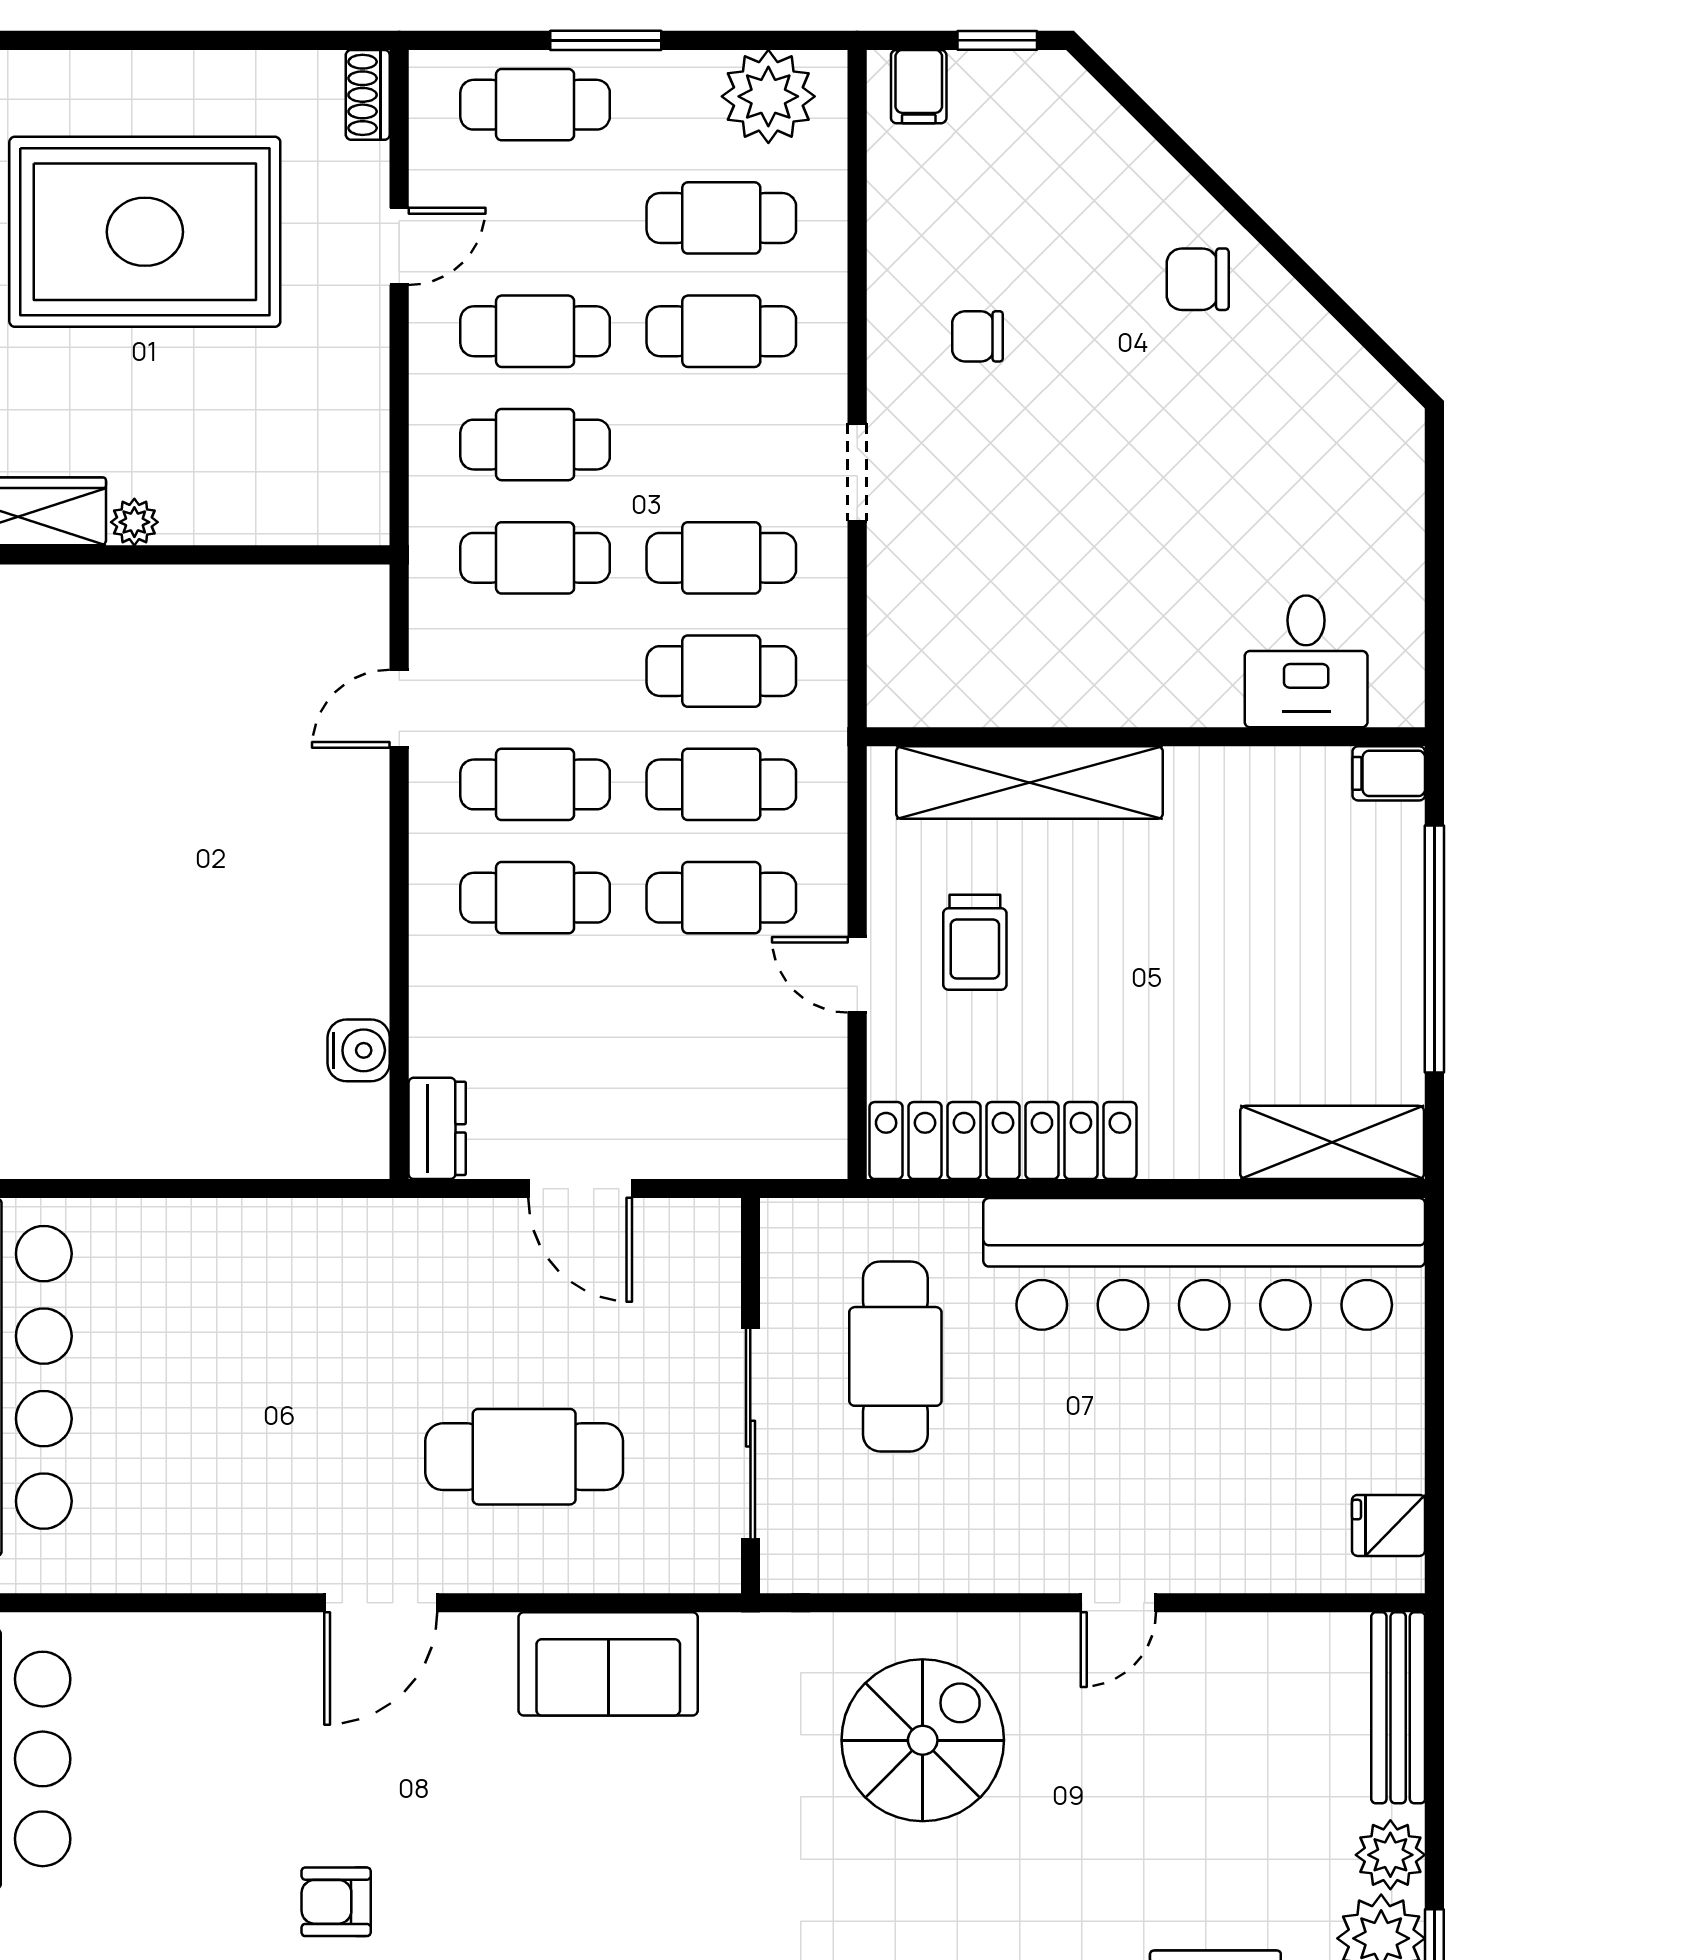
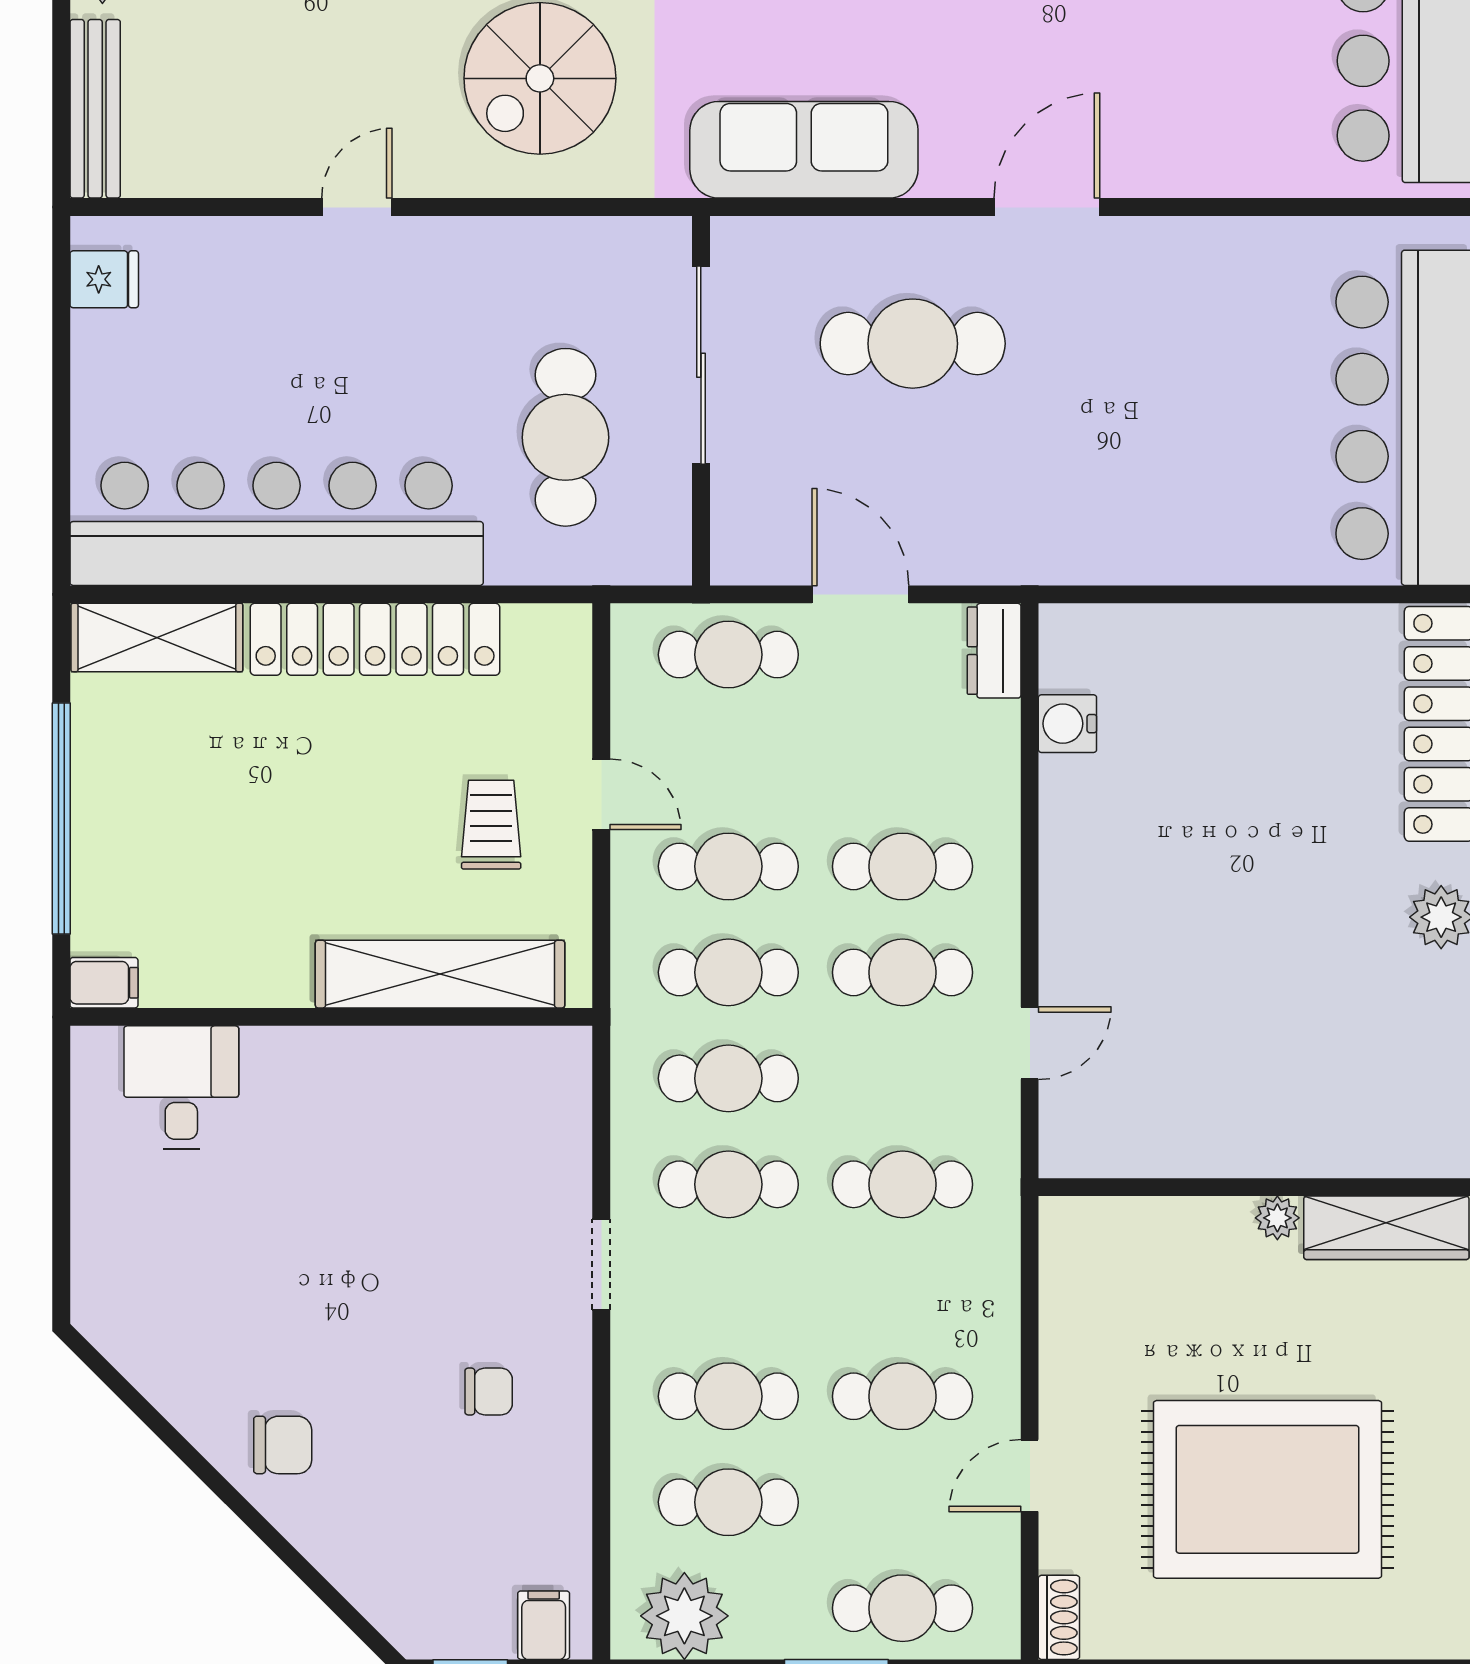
cafe table: (535, 445) -> (728, 655), moved
locker: (1003, 1141) -> (375, 639), moved
sofa: (608, 1664) -> (804, 150), width x1.36

